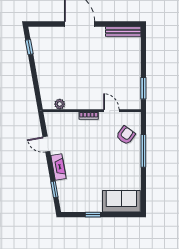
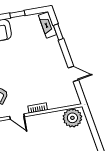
plant: (60, 104) -> (72, 118), width x1.87, depth x1.87
fireplace: (59, 167) -> (48, 25), moved

